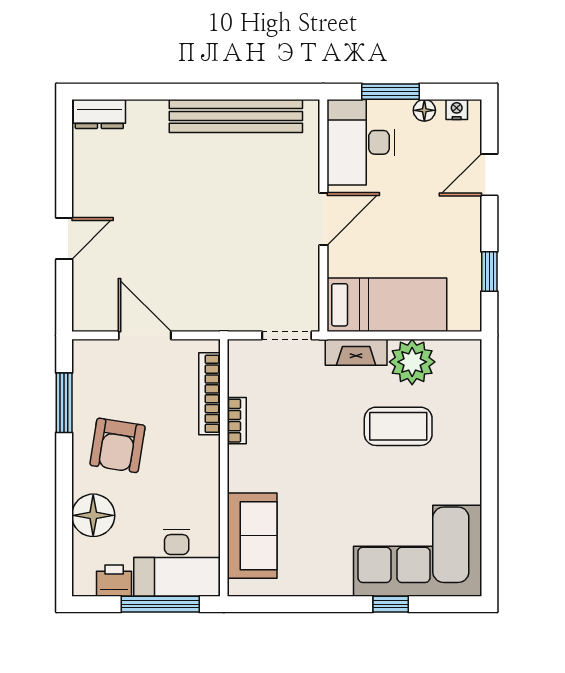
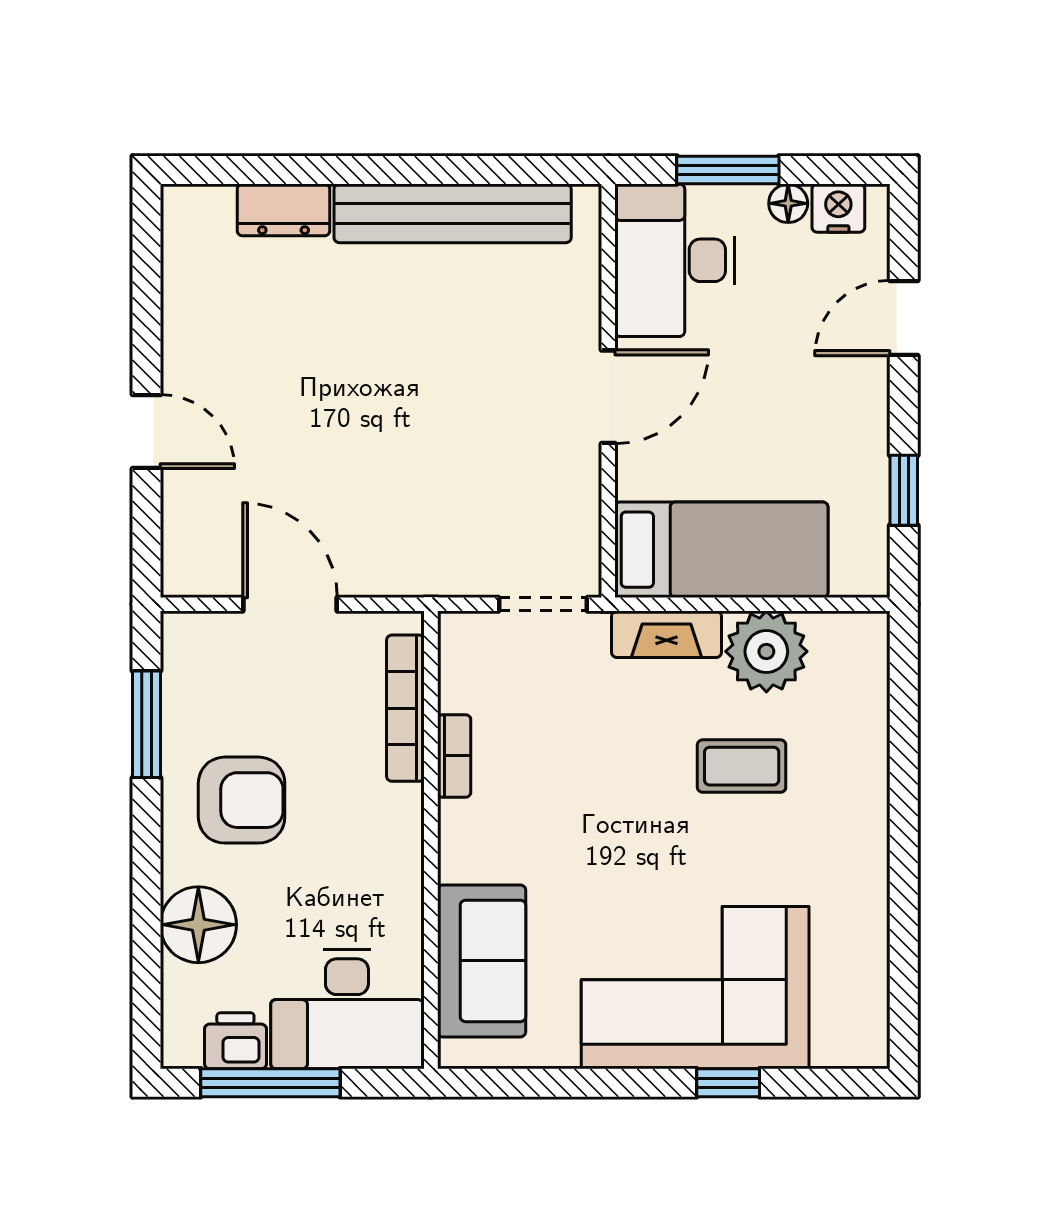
nightstand: (457, 109) -> (838, 208), width x1.39, depth x1.35
dresser: (99, 114) -> (284, 210), moved
door: (64, 238) -> (146, 431), hinge flipped
coffee table: (398, 426) -> (742, 766), width x0.73, depth x0.77
armchair: (117, 445) -> (242, 800), turned -99
corner sofa: (418, 551) -> (695, 988), moved
window: (160, 604) -> (270, 1083), moved

